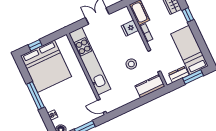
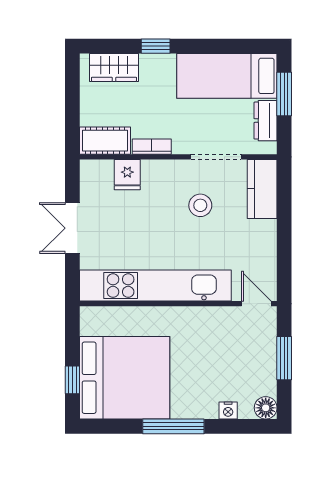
door: (102, 106) -> (256, 304), swing flipped

